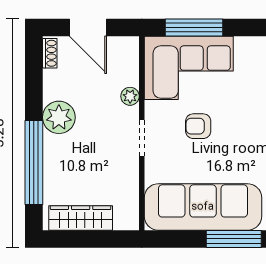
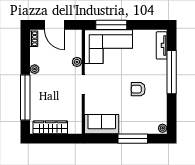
plant: (59, 117) -> (35, 69), width x0.53, depth x0.53
armchair: (198, 126) -> (138, 89), moved
sofa: (203, 207) -> (102, 124), width x0.54, depth x0.79

